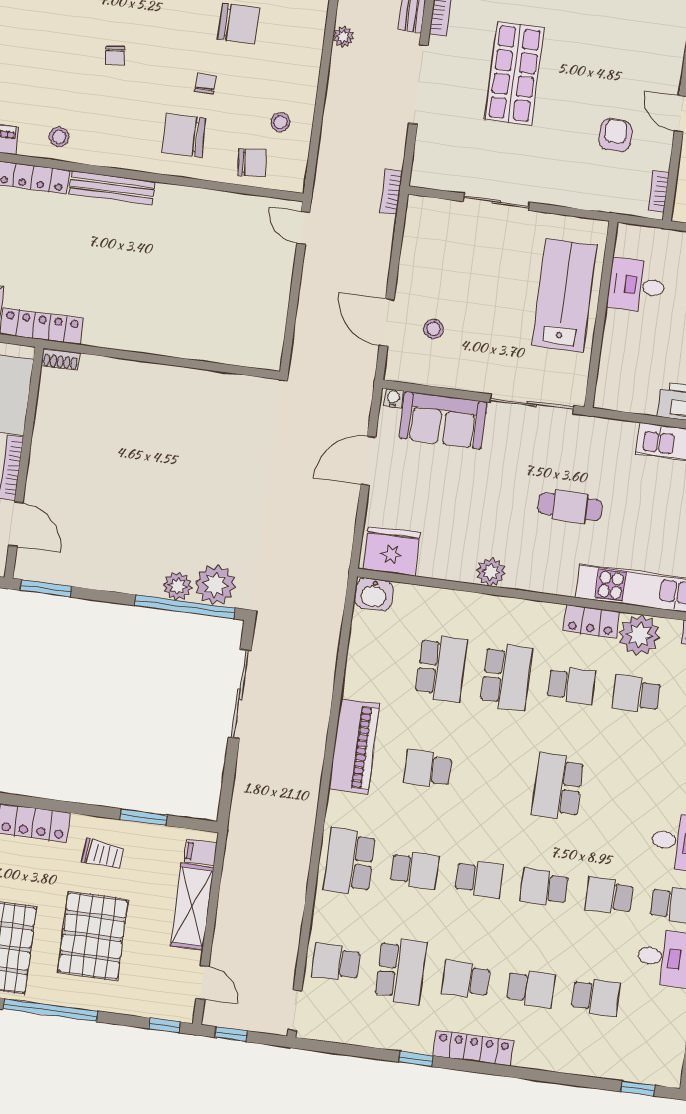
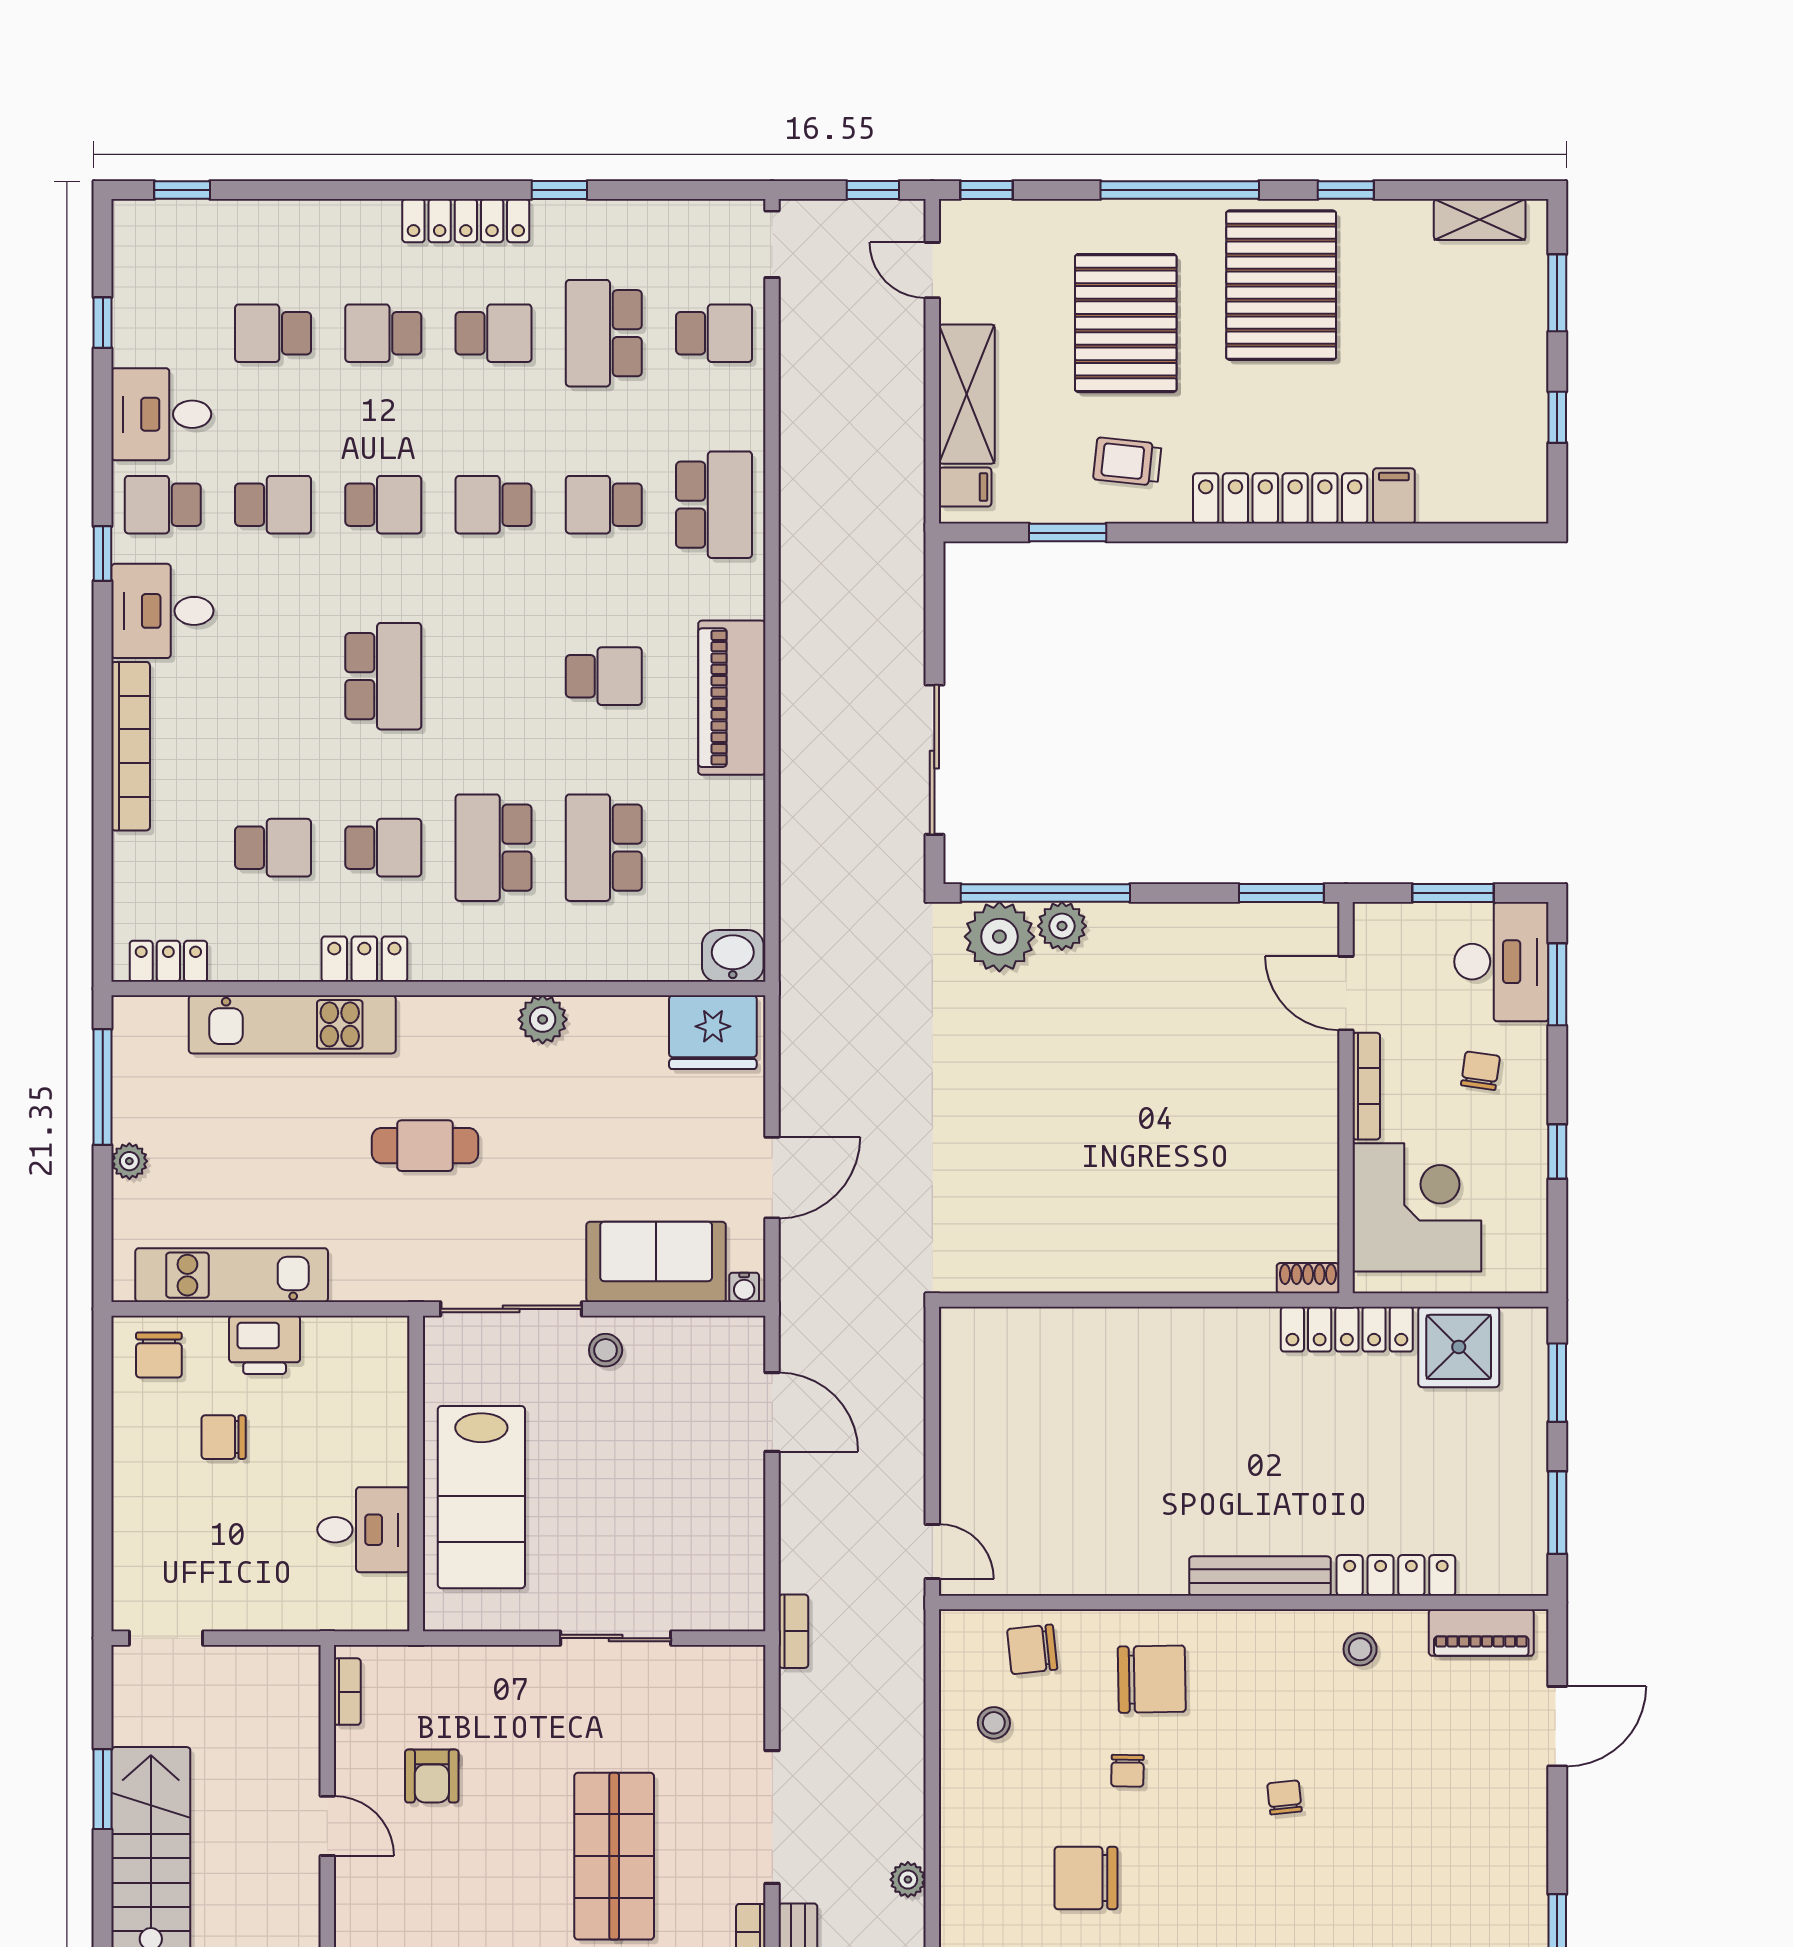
stool: (434, 329) -> (606, 1350), moved
plant: (639, 635) -> (281, 947), removed
school desk: (571, 685) -> (383, 848), turned 180

